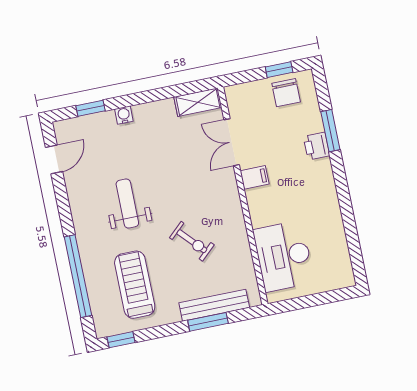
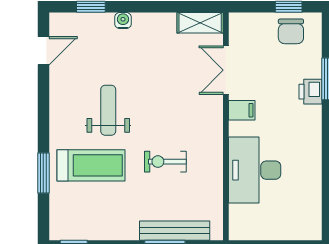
exercise bike: (192, 241) -> (165, 162), turned 133
desk: (284, 256) -> (255, 170), moved
window: (78, 276) -> (43, 173), width x0.47
treadmill: (135, 285) -> (91, 165), moved, turned 90

